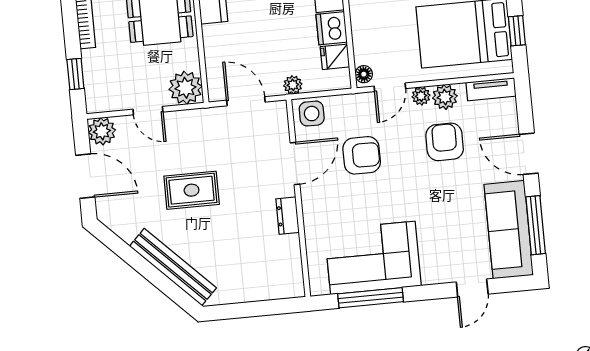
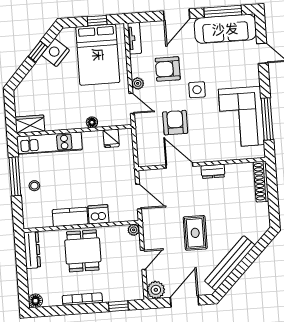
dishwasher: (332, 28) -> (98, 214), moved, turned 180
floor lamp: (364, 74) -> (92, 122), moved
plant: (293, 85) -> (129, 166), removed
plant: (186, 88) -> (134, 230), width x0.53, depth x0.53
plant: (445, 97) -> (139, 68), removed
door: (246, 101) -> (139, 197), swing flipped
side table: (312, 114) -> (197, 90), moved
bench: (173, 267) -> (230, 263), moved
shoe rack: (273, 290) -> (261, 182), added

